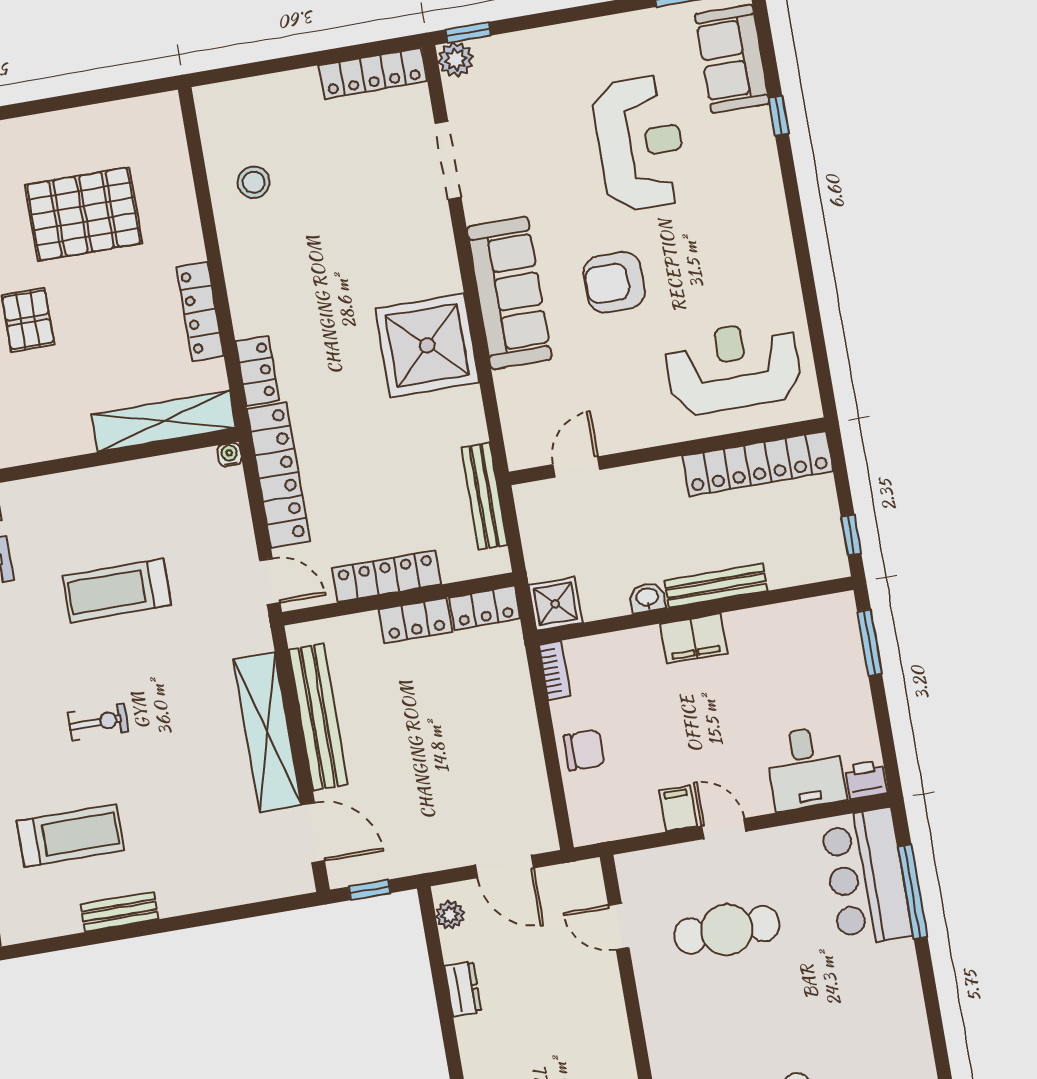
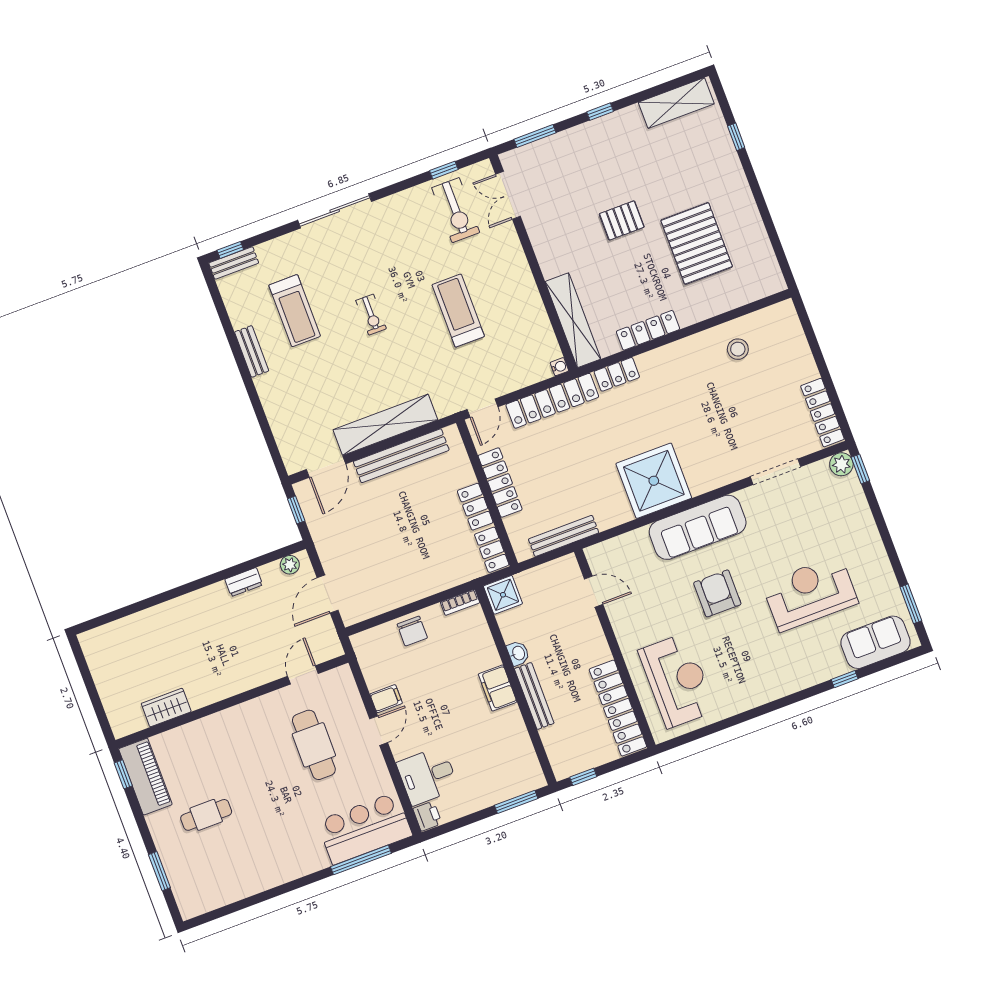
reception desk: (640, 143) -> (810, 593), turned 180

